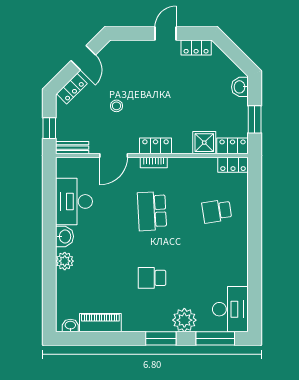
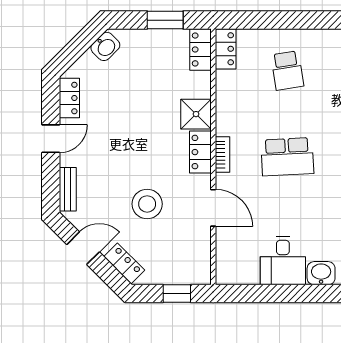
door: (166, 34) -> (51, 139), swing flipped
washbasin: (240, 87) -> (105, 46), moved, turned -45
stool: (116, 106) -> (147, 204), width x1.89, depth x1.89
shower: (204, 143) -> (196, 114), moved
bench: (72, 148) -> (68, 189), moved
desk: (74, 201) -> (283, 261), width x0.73

